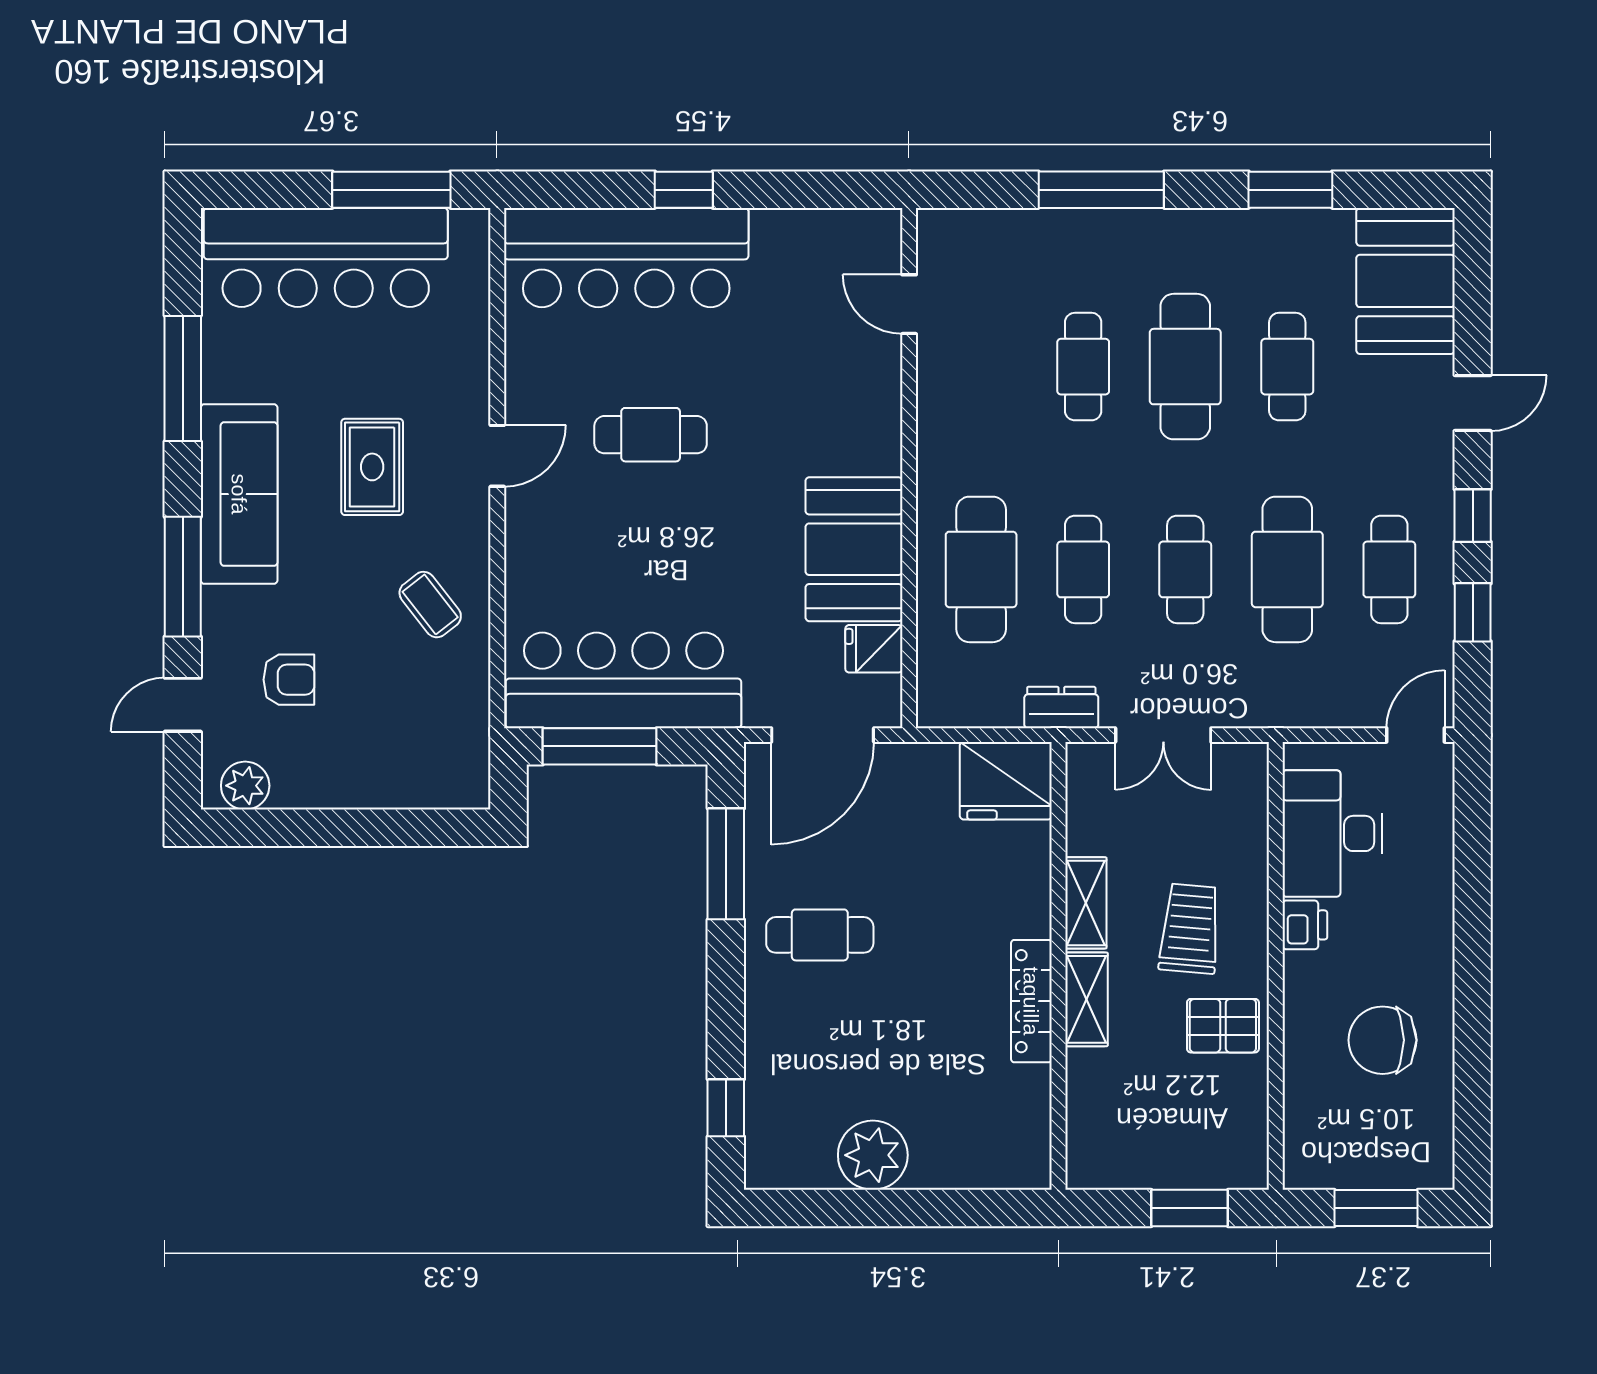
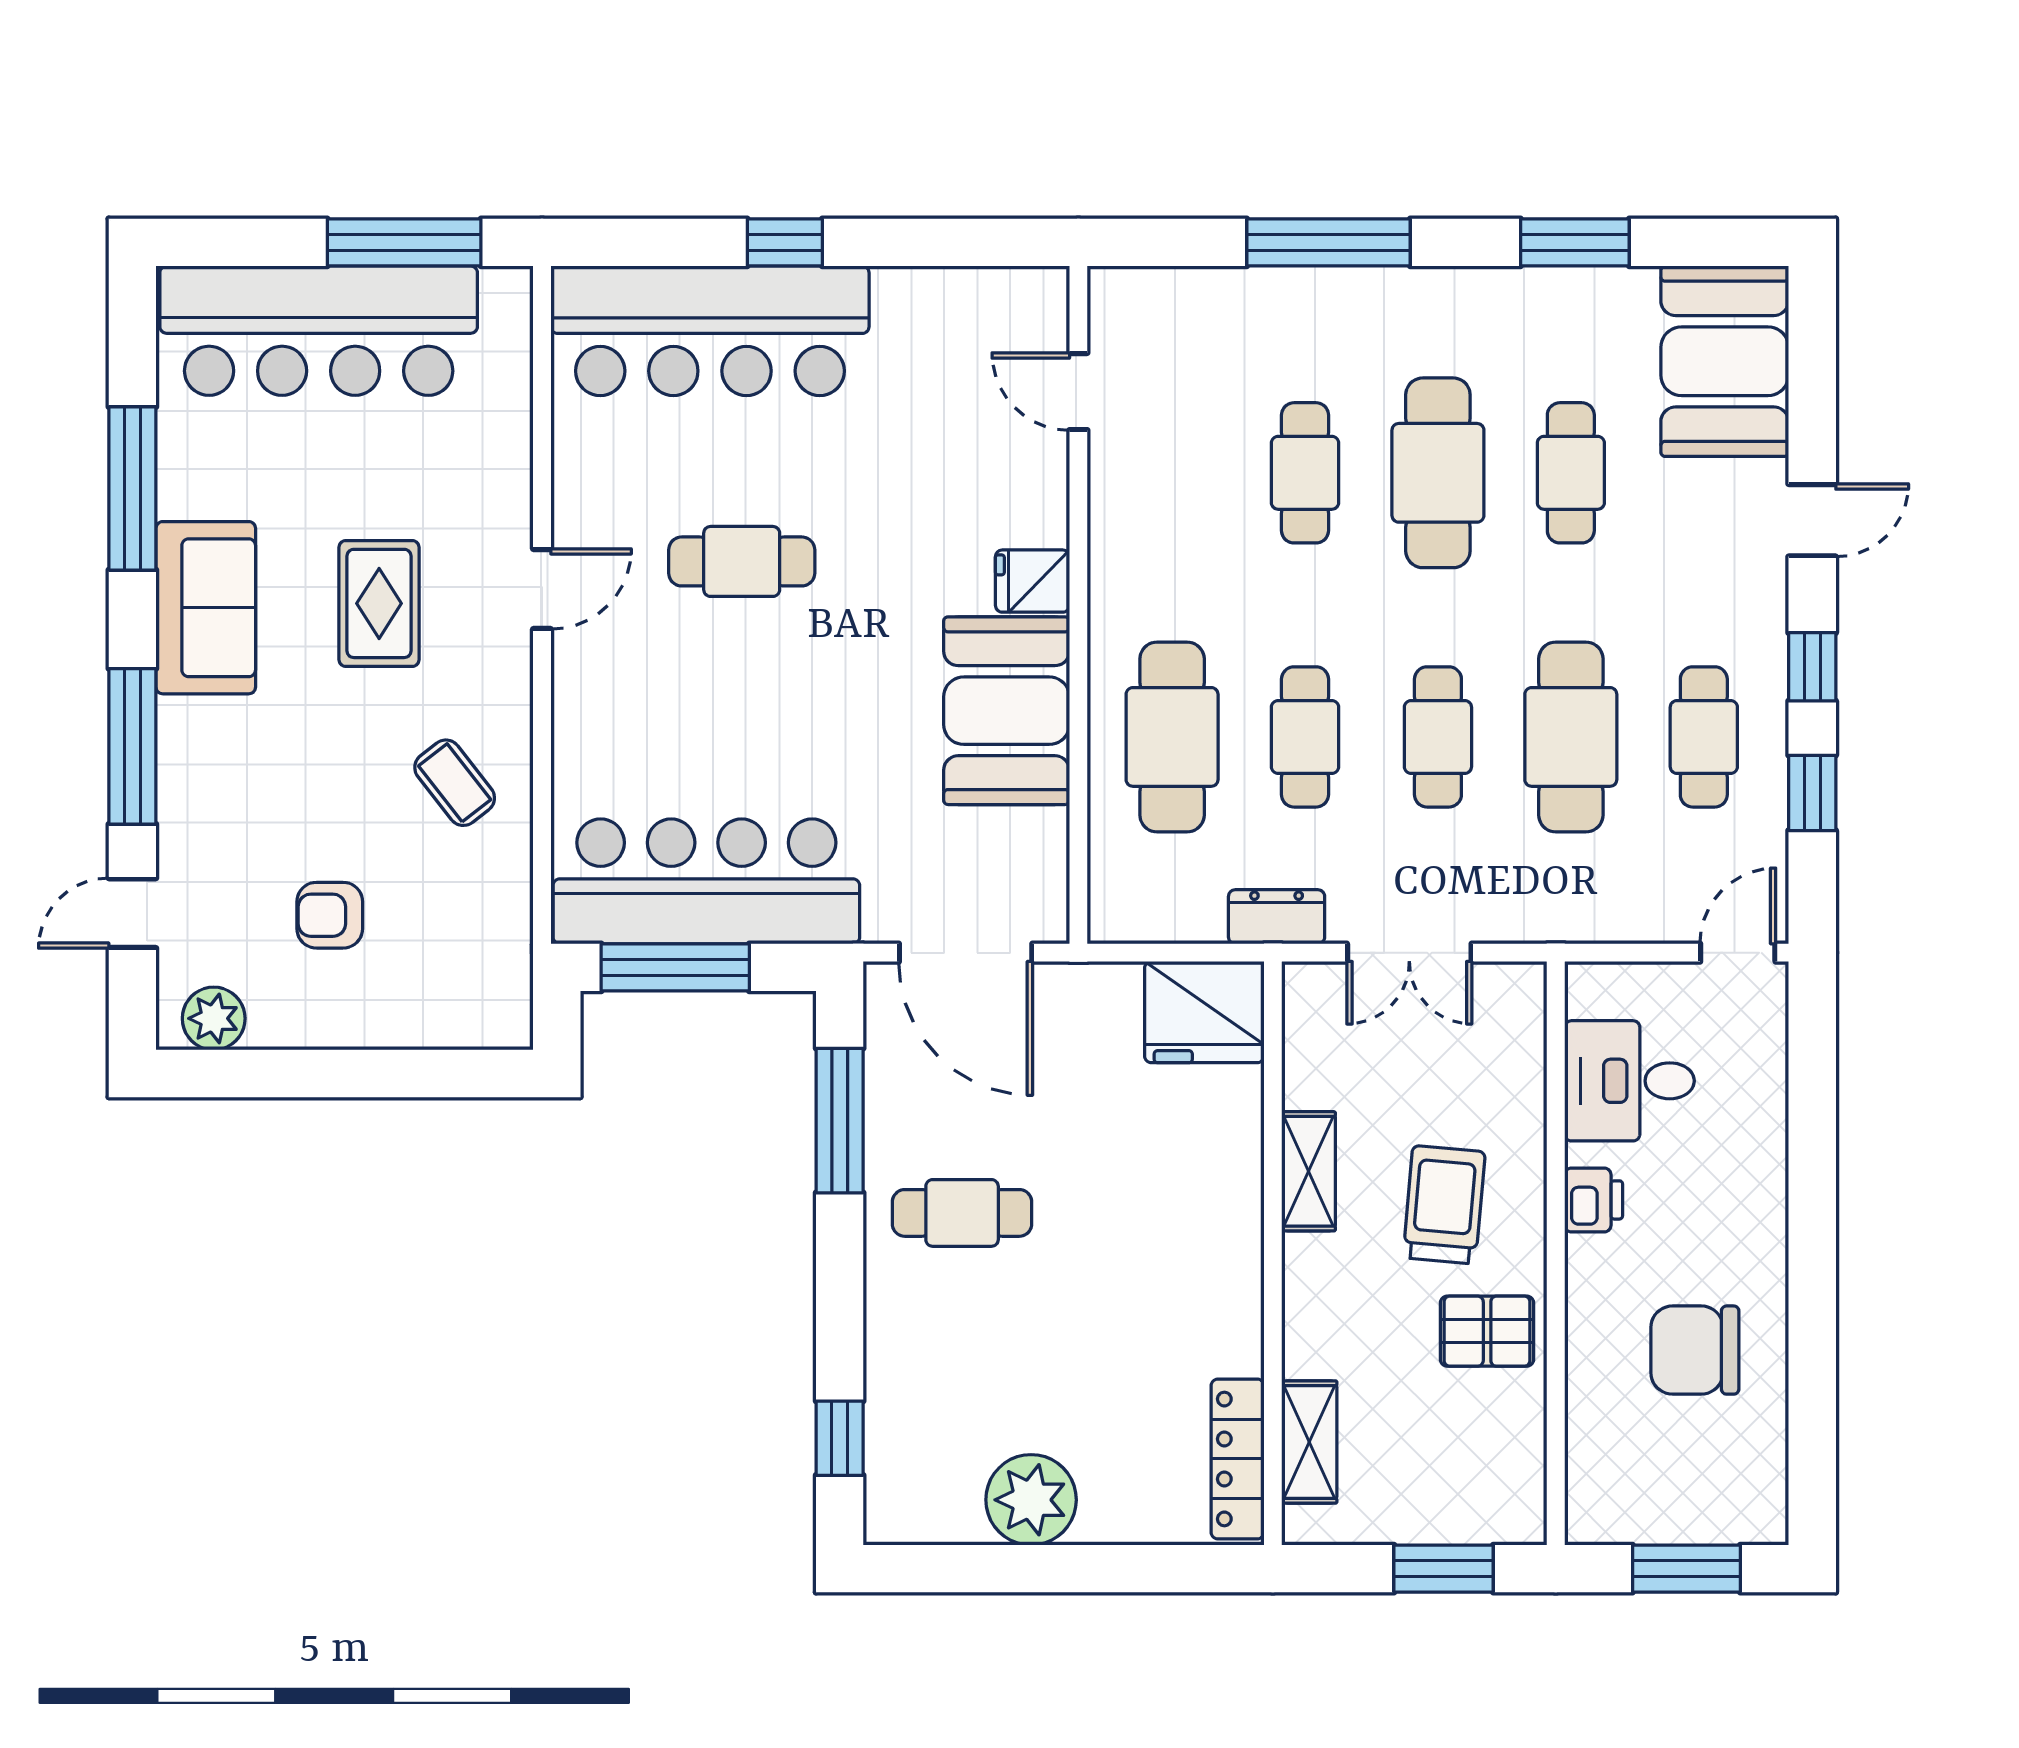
sofa: (239, 494) -> (206, 608), width x0.73
fridge: (874, 649) -> (1032, 581), moved
armchair: (289, 680) -> (330, 915), moved, turned 180
door: (823, 735) -> (966, 953), hinge flipped
desk: (1332, 833) -> (1629, 1081), width x0.73
shelving: (1086, 999) -> (1309, 1442), moved
locker: (1031, 1001) -> (1238, 1459), moved

